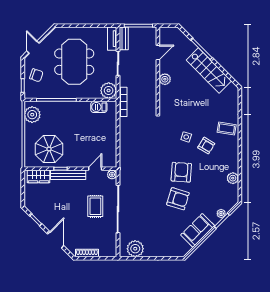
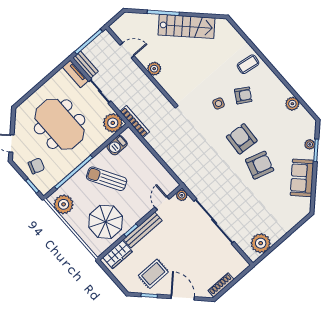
door: (158, 53) -> (127, 50), hinge flipped
sun lounger: (74, 122) -> (107, 179), added
rug: (95, 206) -> (153, 274), moved, turned 90

